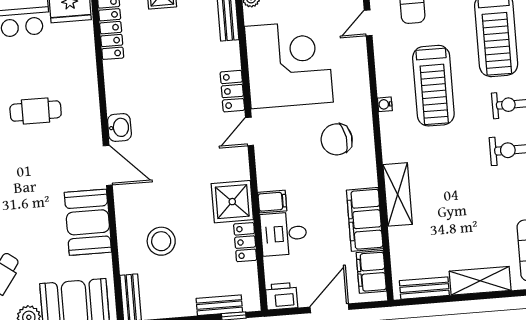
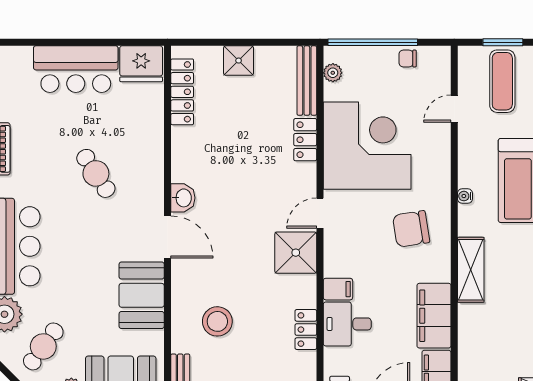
locker: (232, 91) -> (305, 140), moved
cafe table: (36, 111) -> (96, 173), turned 57
shelving: (398, 194) -> (471, 270), moved
shower: (232, 202) -> (296, 253), moved

